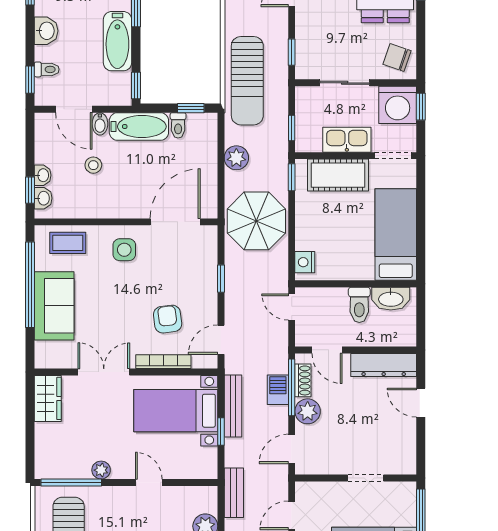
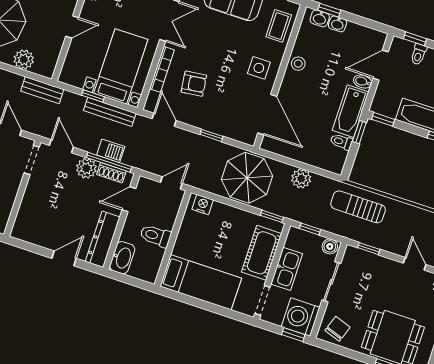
sun lounger: (247, 81) -> (358, 207), width x0.73, depth x0.75
boiler: (304, 98) -> (330, 246), added
window: (191, 108) -> (359, 132), moved
stool: (93, 165) -> (298, 64), moved
washbasin: (391, 299) -> (122, 258), moved, turned 180
doorway: (366, 478) -> (32, 160), moved

